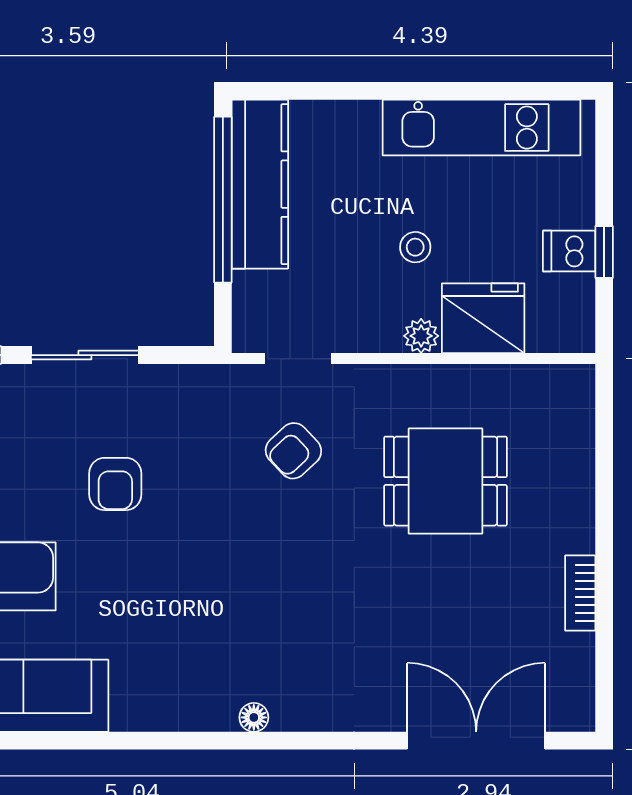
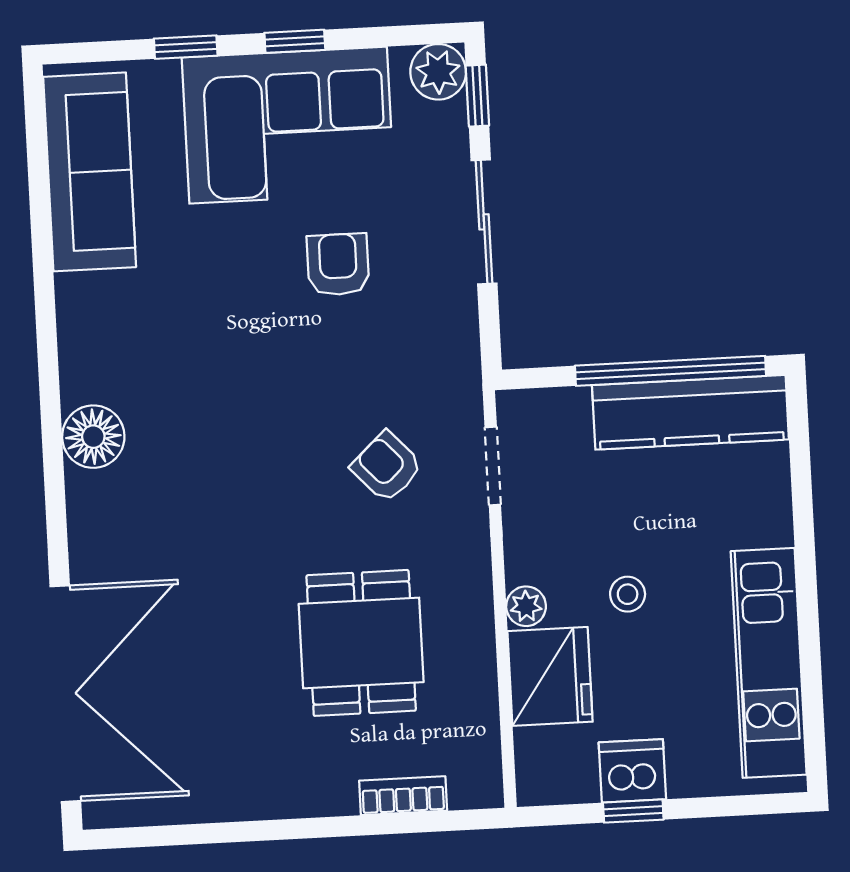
dishwasher: (569, 251) -> (632, 771), width x1.38
armchair: (115, 484) -> (338, 264), turned 90
bookcase: (580, 593) -> (403, 796), moved
floor lamp: (254, 717) -> (93, 437), width x1.89, depth x1.89
double door: (476, 741) -> (65, 694), width x1.36

